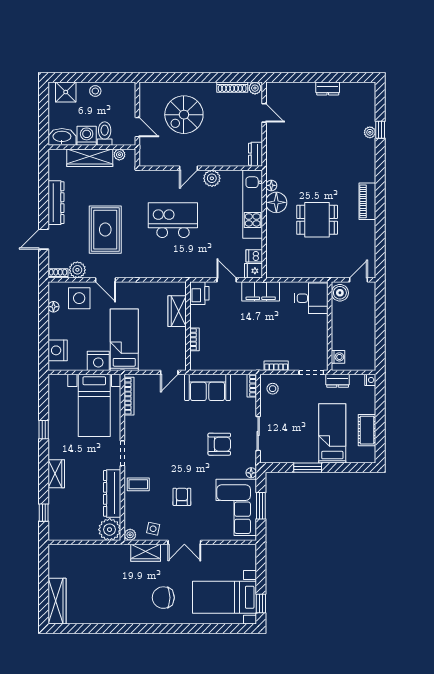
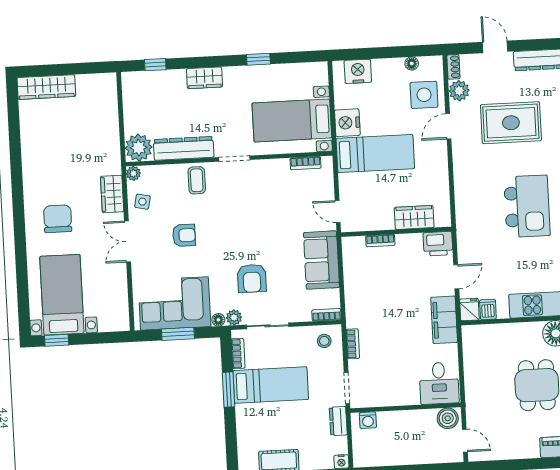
bookcase: (129, 396) -> (306, 163), width x0.64
bed: (332, 433) -> (271, 385), moved
bookcase: (279, 458) -> (238, 354), added
plant: (250, 460) -> (234, 317), added

